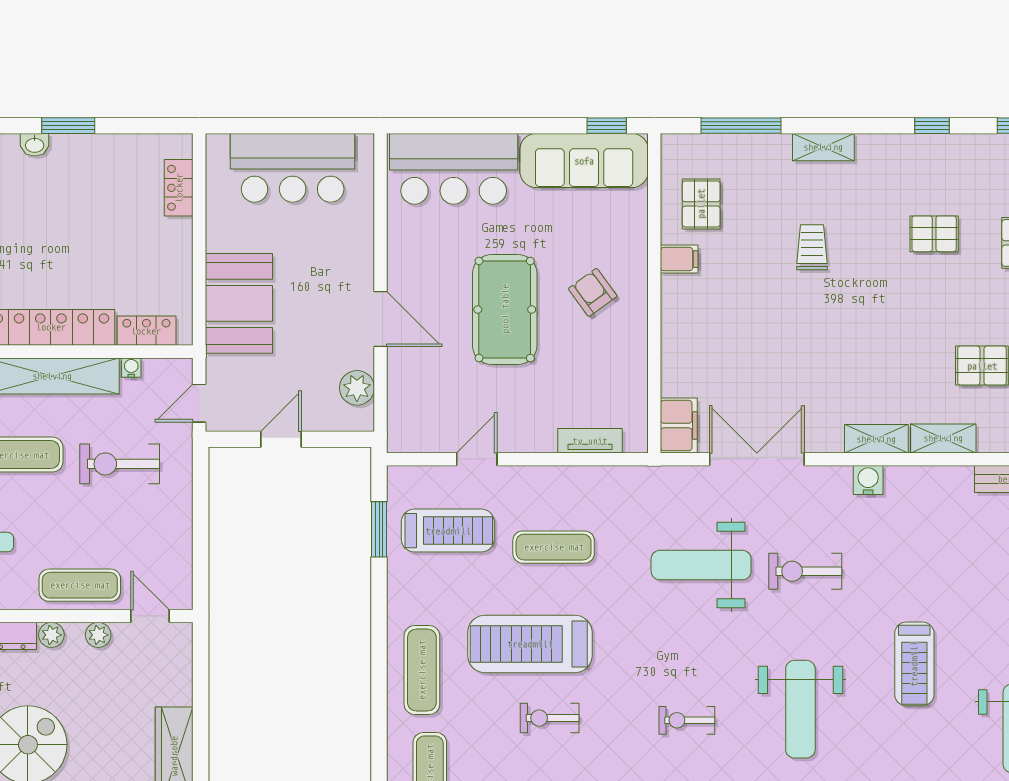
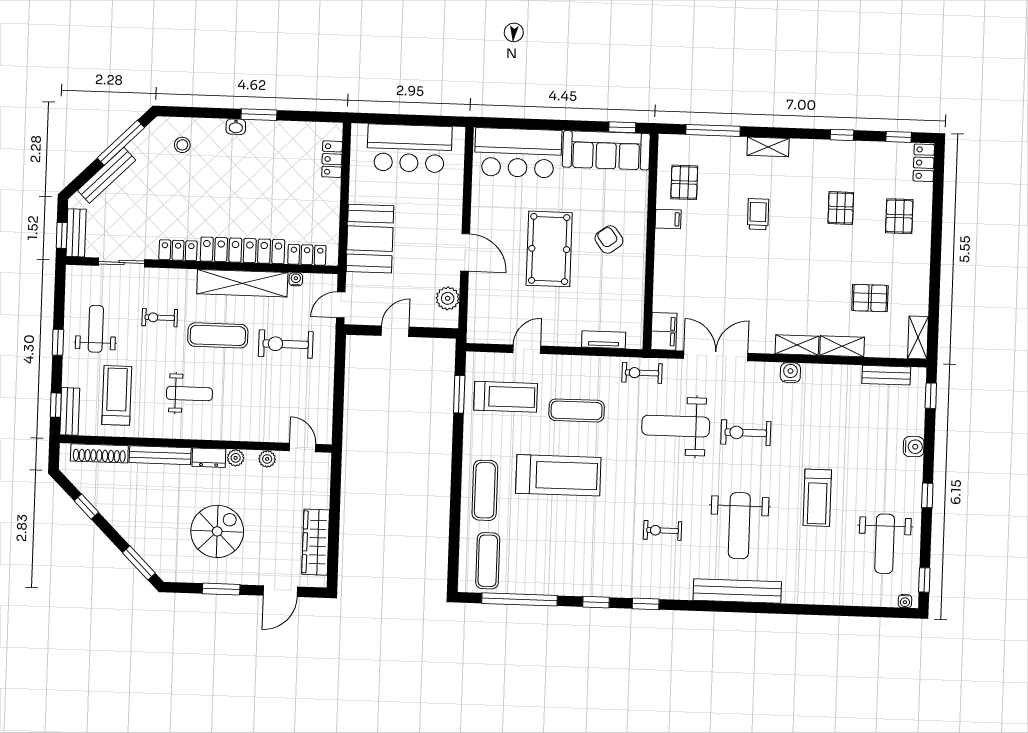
pallet: (934, 234) -> (841, 208), turned 90
exercise mat: (80, 585) -> (256, 425), removed
treadmill: (530, 644) -> (558, 475), turned 180
exercise bike: (550, 718) -> (642, 373), moved

